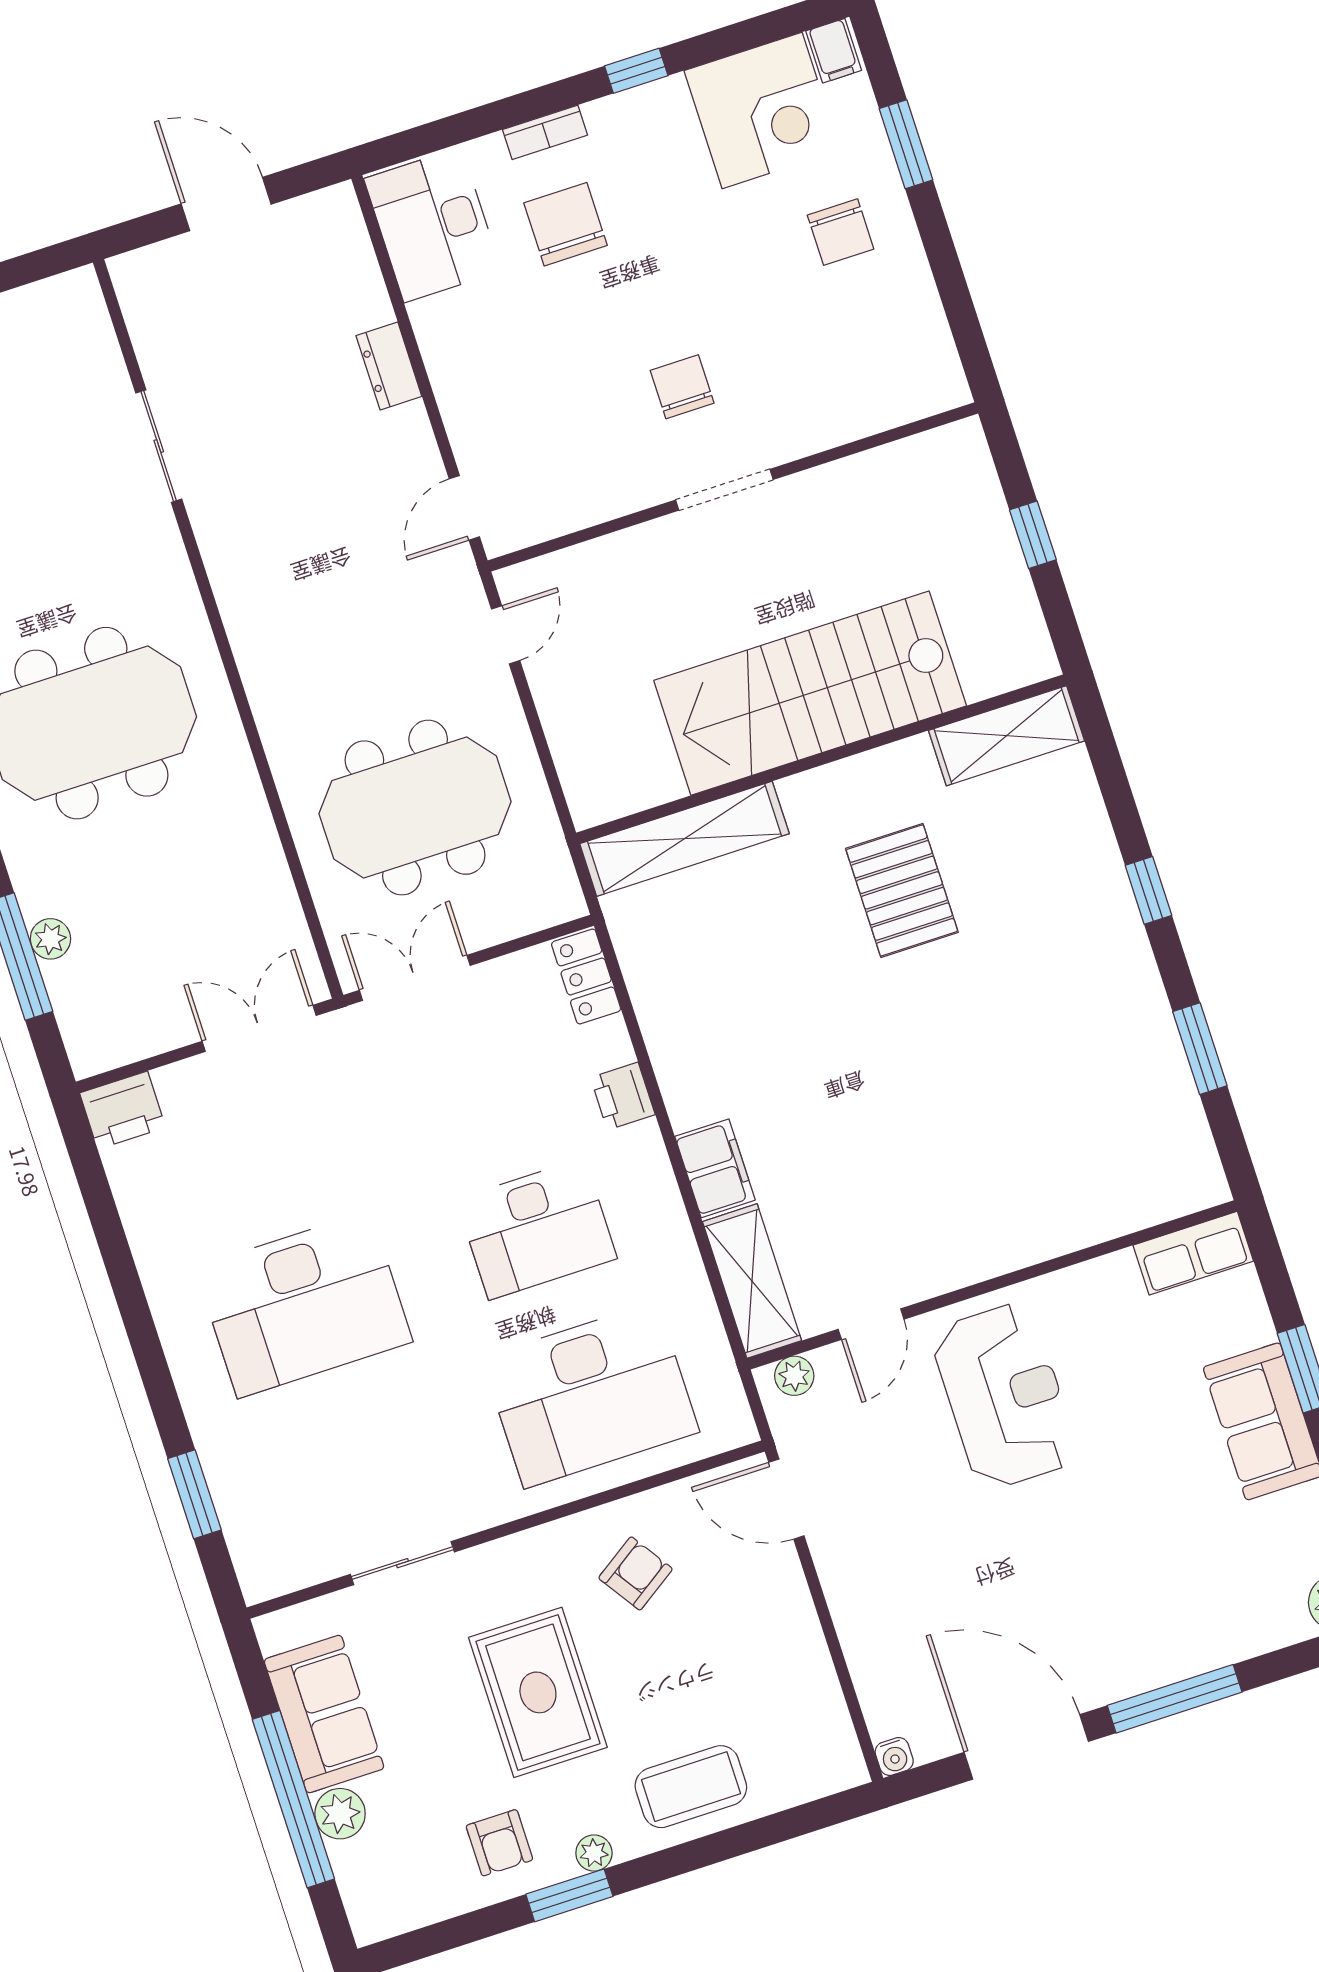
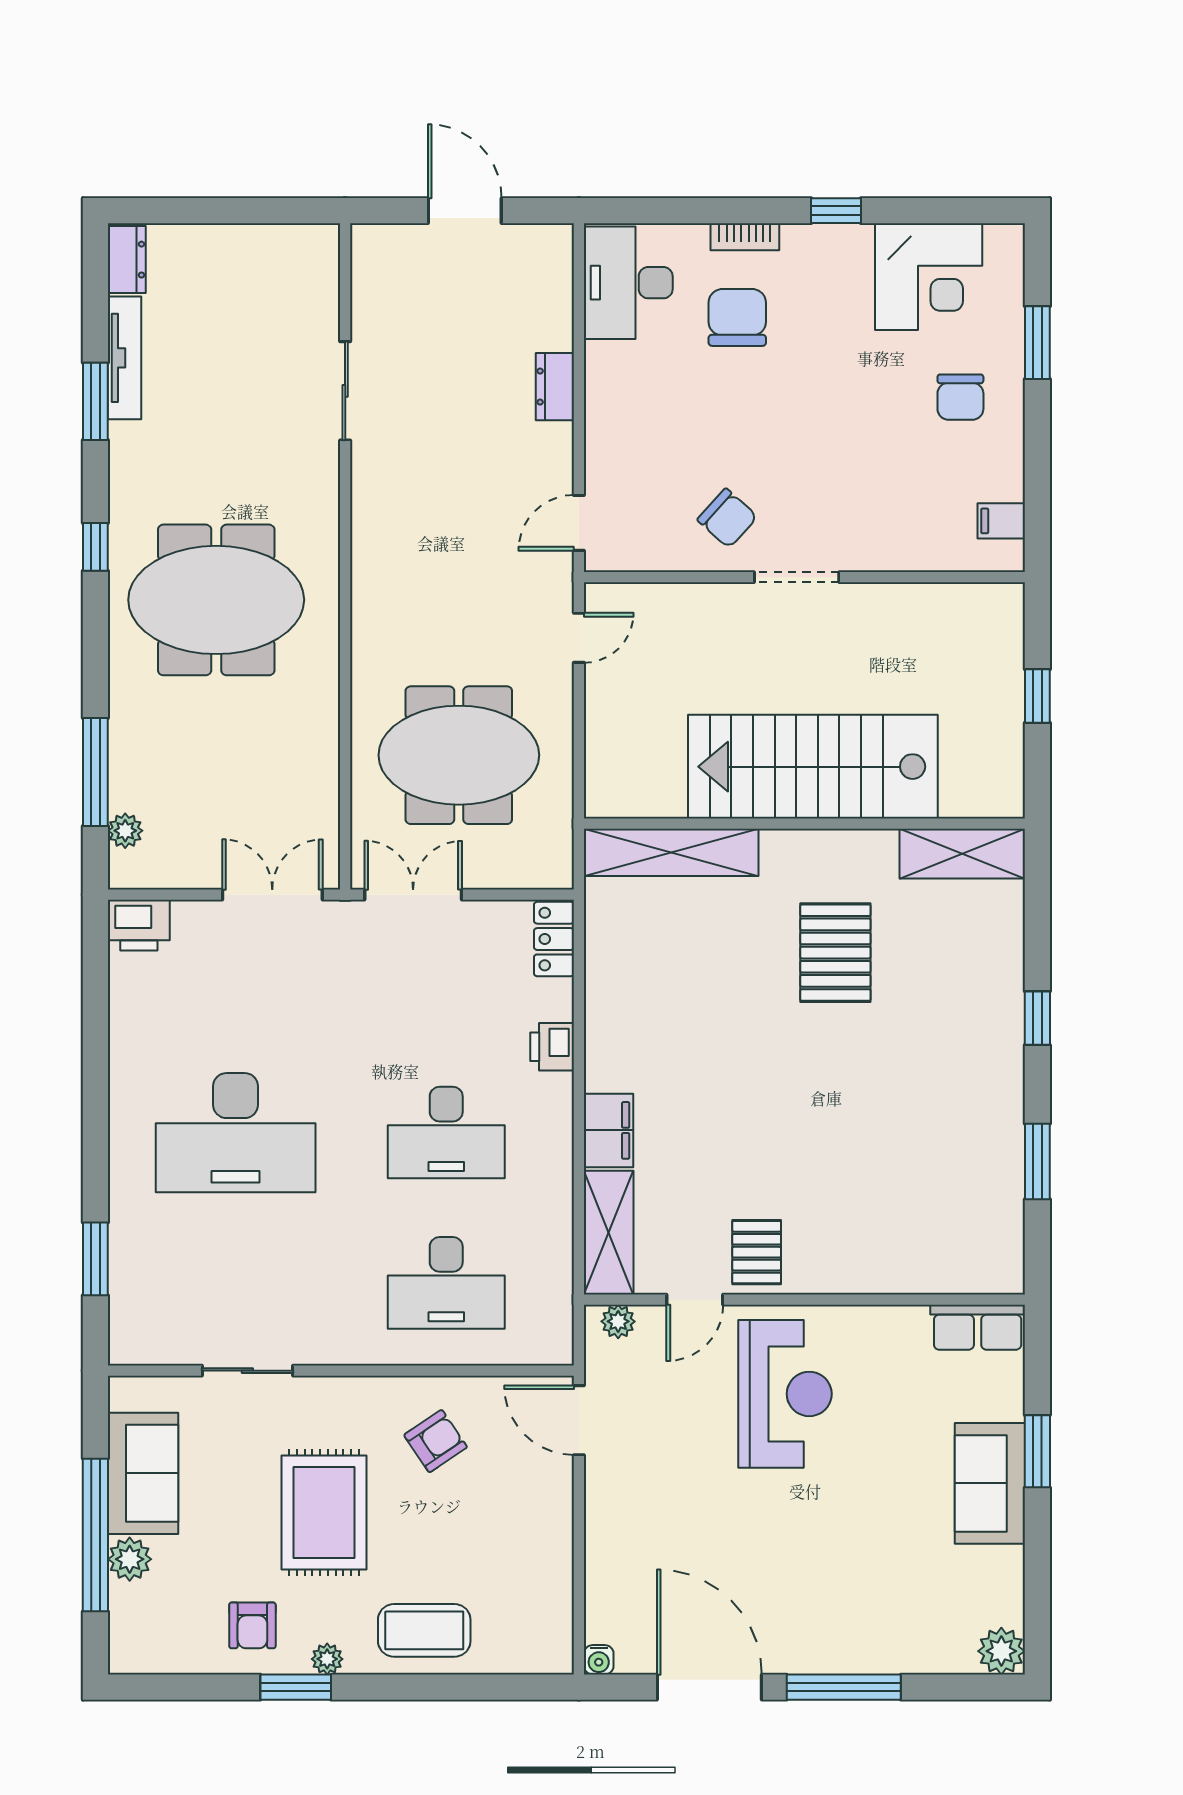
filing cabinet: (834, 51) -> (1001, 521), moved, turned 90
chair: (682, 387) -> (727, 518), moved, turned 132
plant: (50, 939) -> (125, 831), moved
pallet: (922, 1250) -> (757, 1252), added
desk: (591, 1395) -> (446, 1283), width x0.73, depth x0.77

